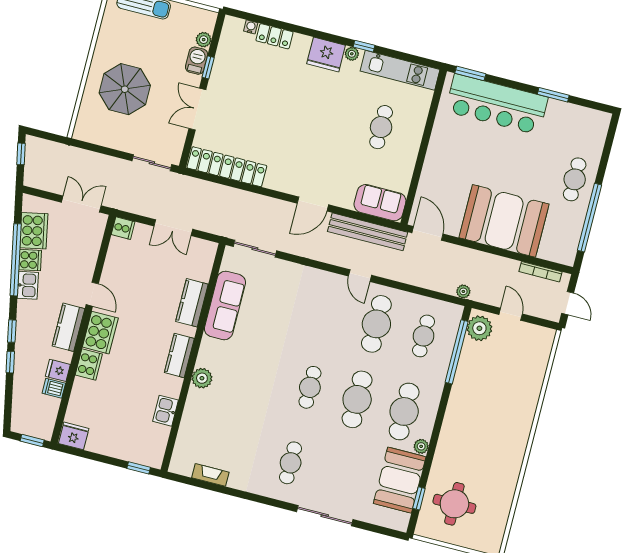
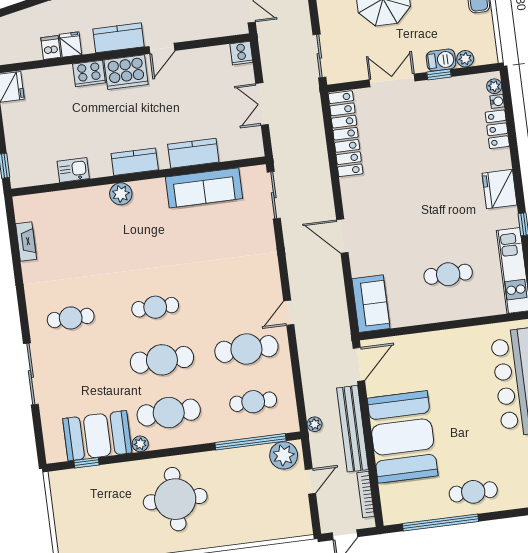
plant: (352, 54) -> (494, 86), moved
bench: (368, 232) -> (352, 429), moved
round table: (454, 504) -> (175, 499), moved, width x1.36, depth x1.36

